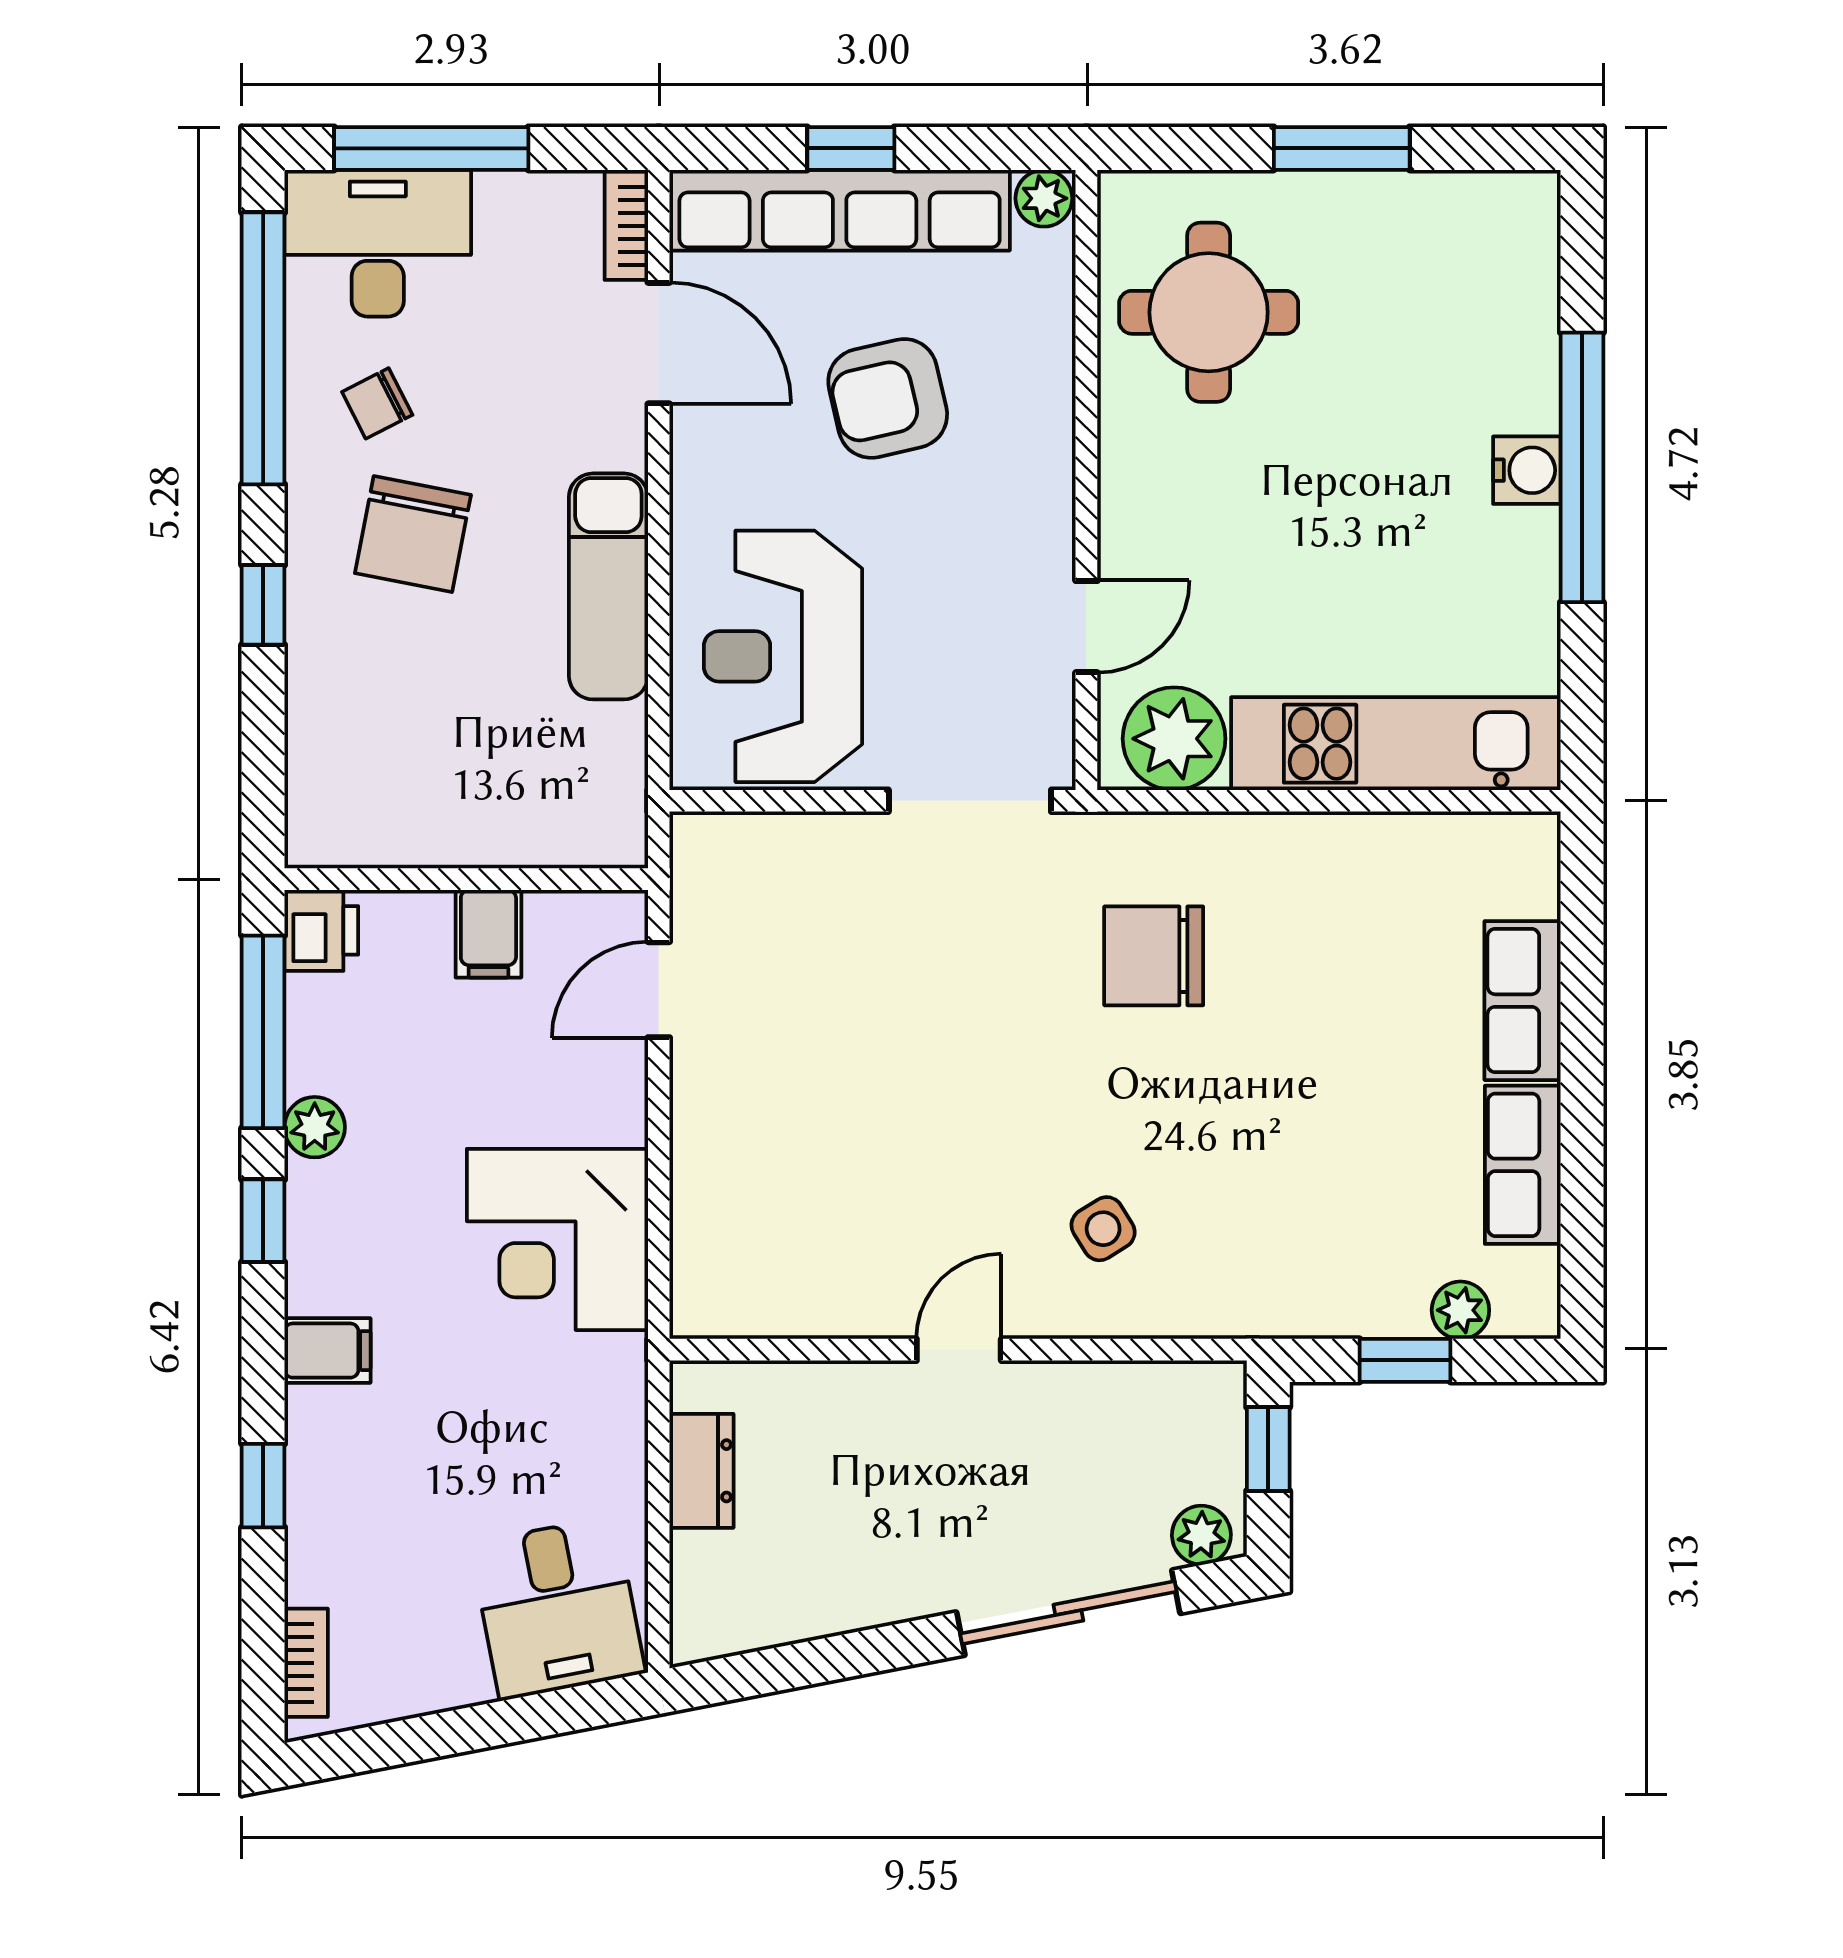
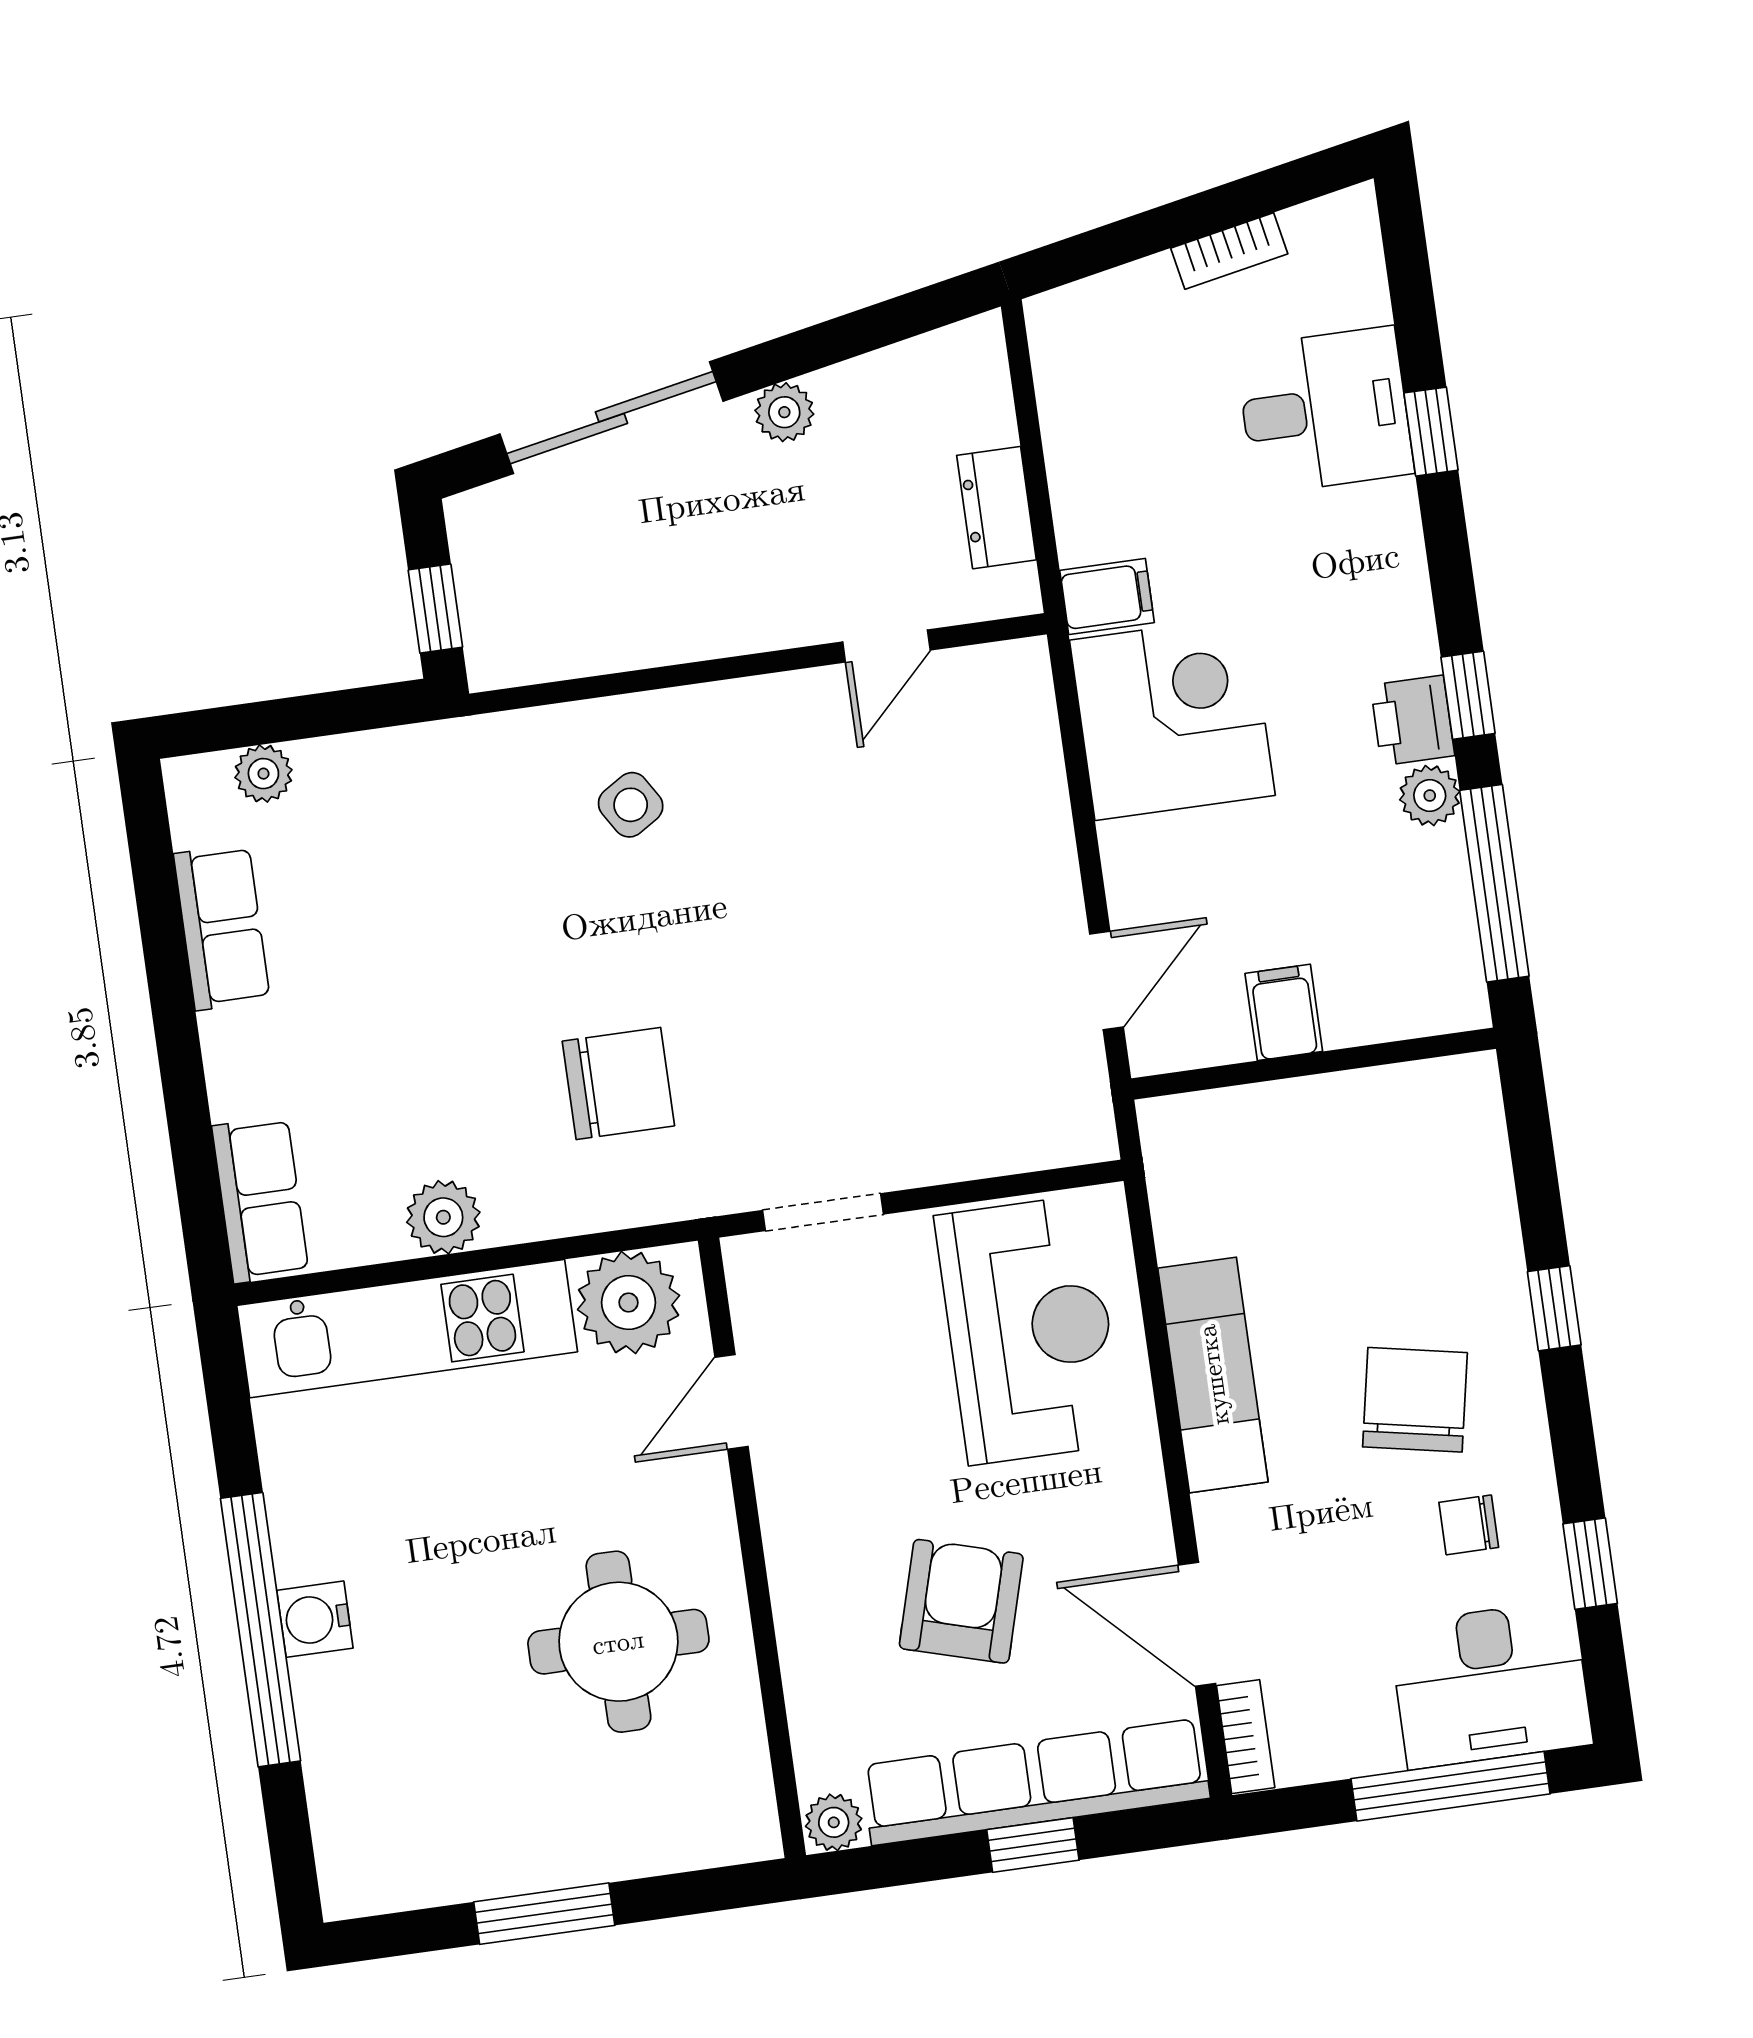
round table: (1209, 312) -> (618, 1642), moved
window: (263, 348) -> (1590, 1564), width x0.32
armchair: (888, 398) -> (961, 1601), turned -61
chair: (377, 403) -> (1469, 1525), turned -153
doorway: (970, 801) -> (823, 1212), width x0.73
plant: (1345, 848) -> (443, 1217), added
printer: (321, 930) -> (1412, 720), moved
row of seats: (1522, 1001) -> (260, 1200), moved
door: (959, 1350) -> (886, 646), moved
filing cabinet: (327, 1351) -> (1107, 596), moved, turned 180
window: (1405, 1360) -> (312, 716), removed
plant: (1201, 1535) -> (784, 412), moved
desk: (558, 1608) -> (1325, 410), moved, turned 101
bookcase: (306, 1663) -> (1229, 251), moved, turned -101

